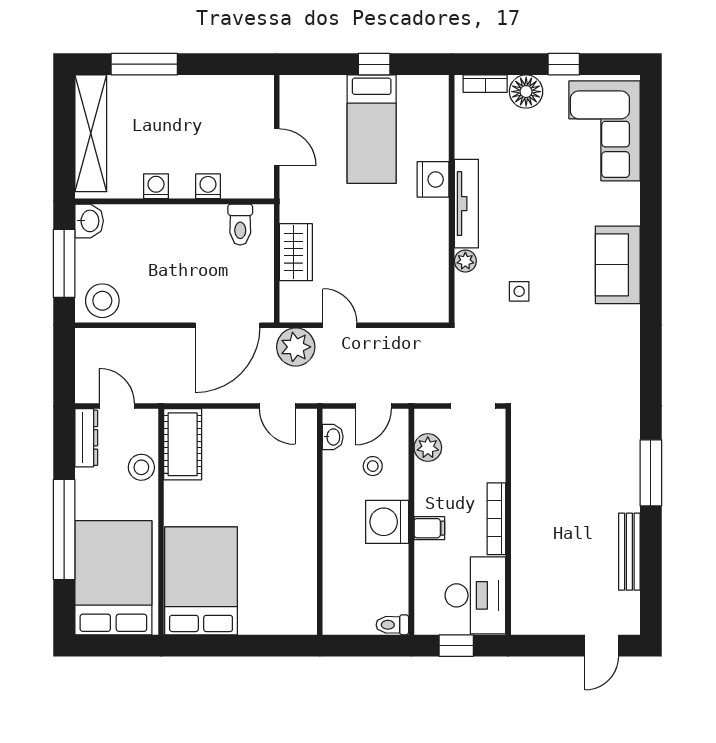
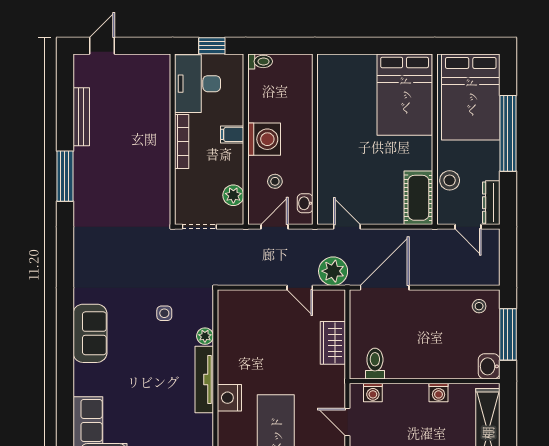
washing machine: (208, 186) -> (373, 393), moved
stool: (102, 301) -> (479, 306), width x0.53, depth x0.53

